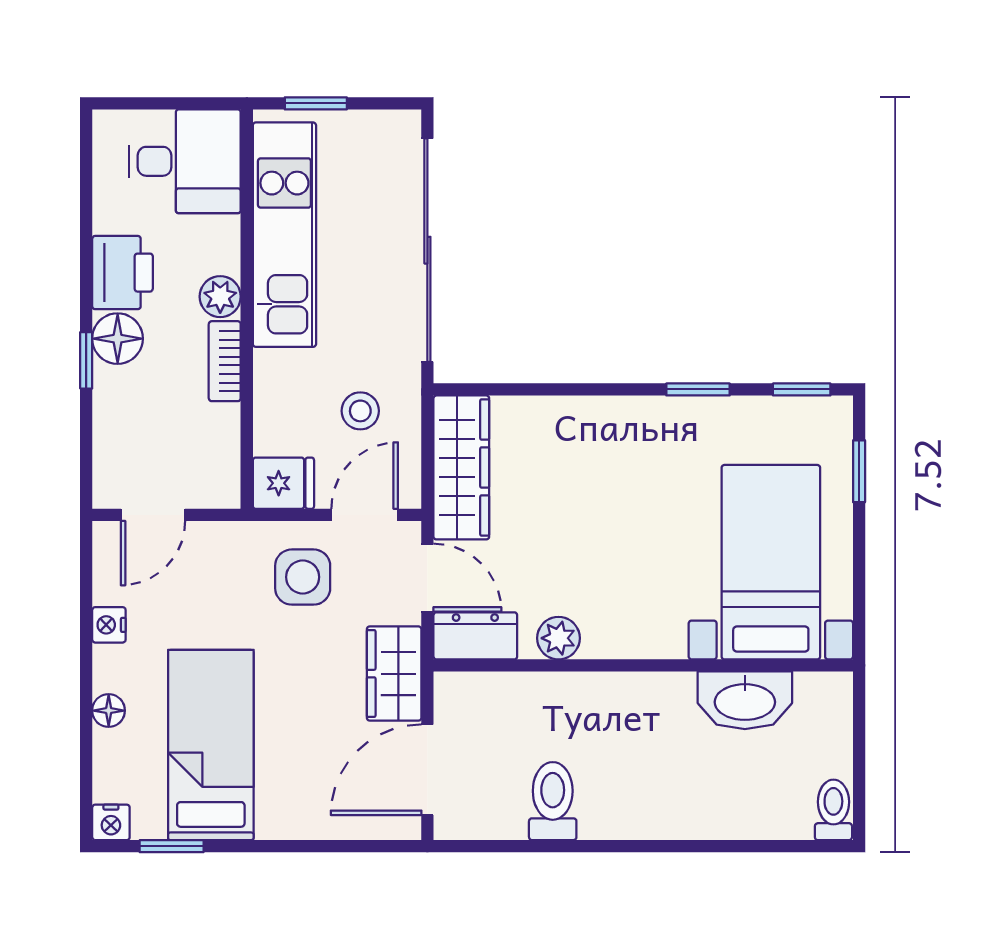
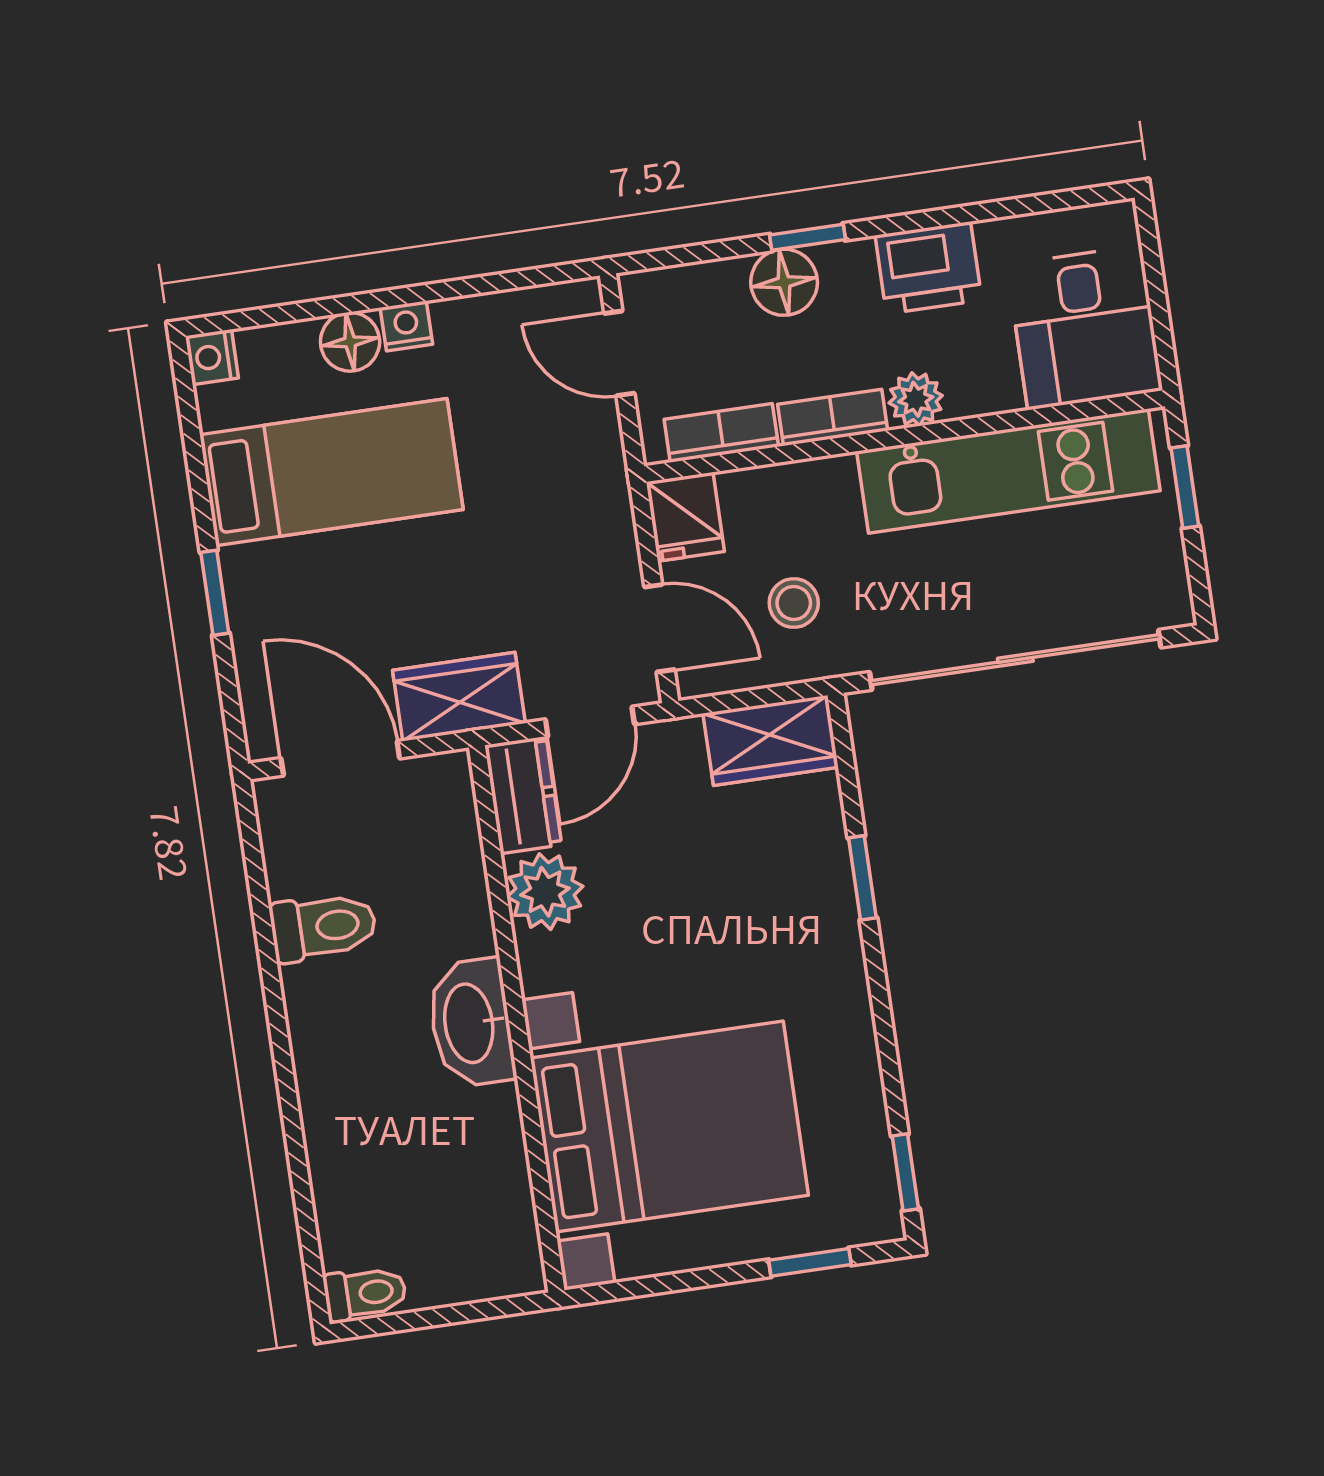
floor lamp: (118, 339) -> (784, 282), moved
window: (698, 389) -> (862, 878), moved
bookcase: (224, 447) -> (721, 433), added
wardrobe: (461, 467) -> (771, 740), width x0.67
bed with nightstands: (771, 562) -> (669, 1127), width x1.36
side table: (303, 577) -> (567, 560), removed
nightstand: (109, 625) -> (406, 326), moved
plant: (558, 638) -> (545, 892), width x1.38, depth x1.38
washbasin: (745, 700) -> (471, 1023), moved
floor lamp: (109, 711) -> (350, 342), width x1.37, depth x1.37
window: (172, 846) -> (215, 593), moved

